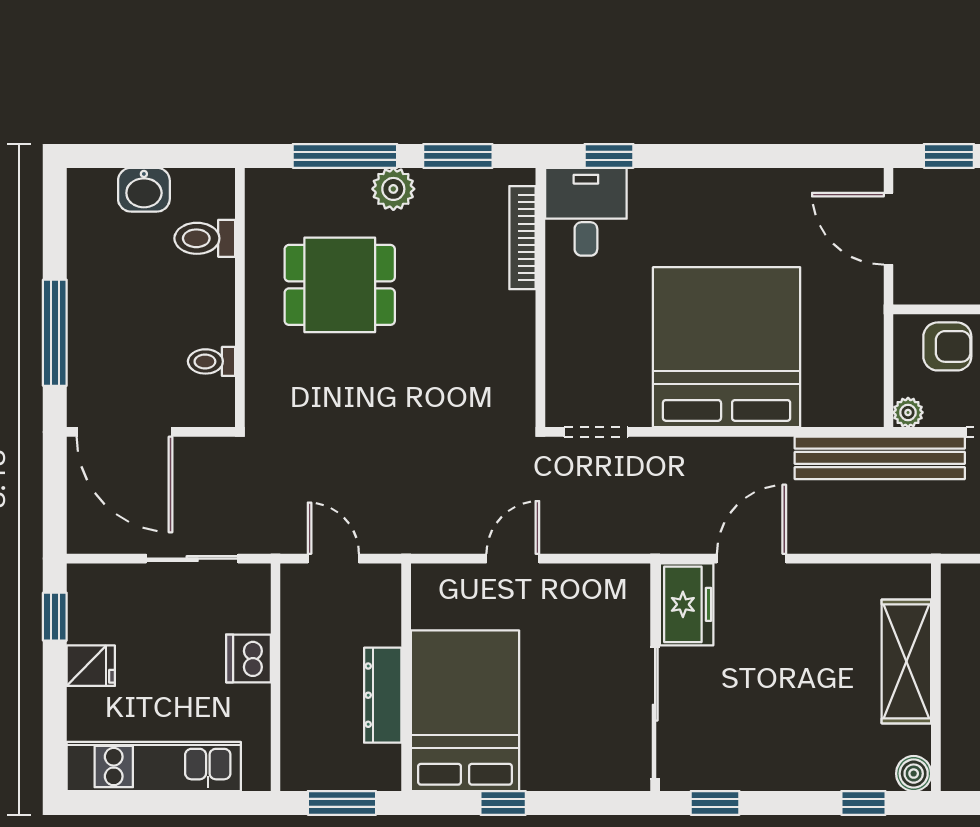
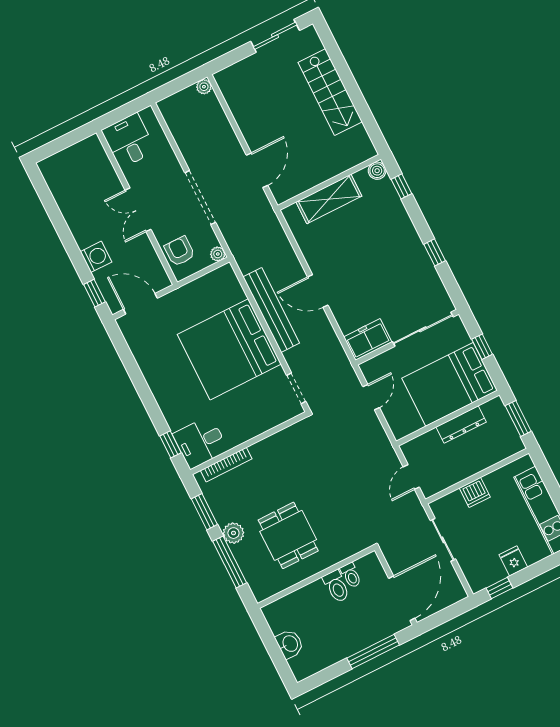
door: (888, 229) -> (140, 304), swing flipped
toilet: (205, 238) -> (336, 586), moved
bench: (880, 458) -> (271, 310), moved
door: (513, 559) -> (371, 397), swing flipped
freezer: (687, 604) -> (368, 339), moved
wall: (655, 677) -> (407, 337), moved
sliding door: (655, 713) -> (423, 329), moved

